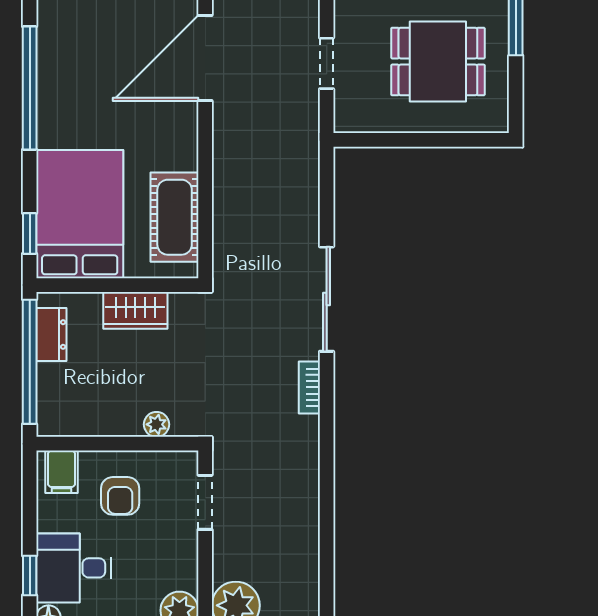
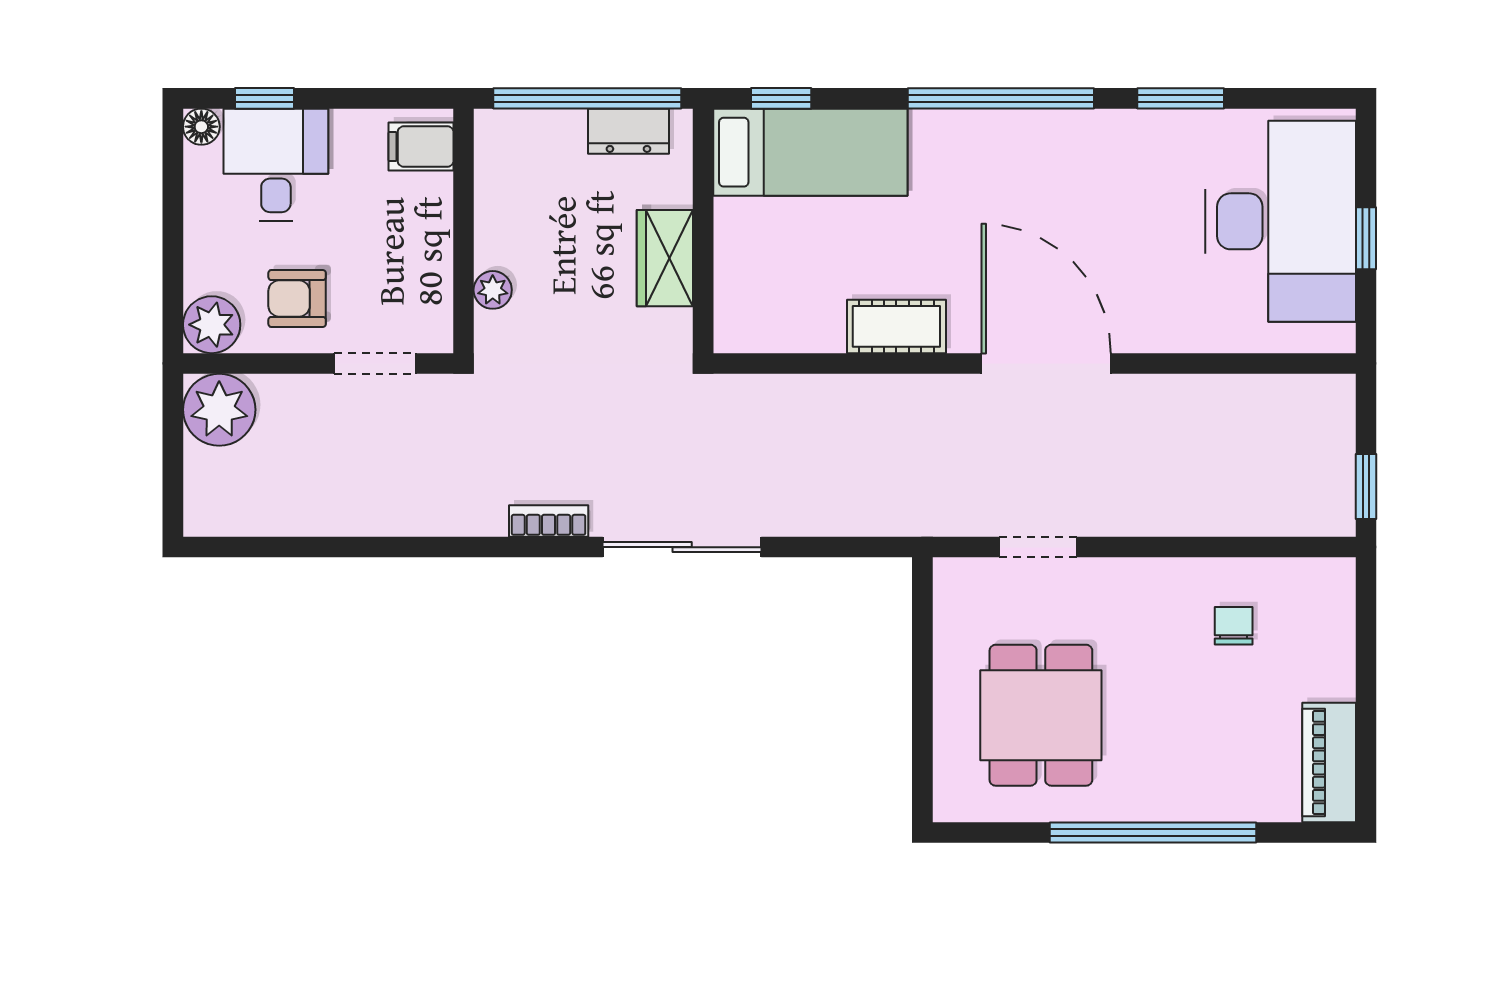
bed: (80, 214) -> (810, 152), width x0.67
cot: (175, 217) -> (896, 326), moved, width x0.73, depth x0.75
armchair: (120, 496) -> (297, 298), moved

